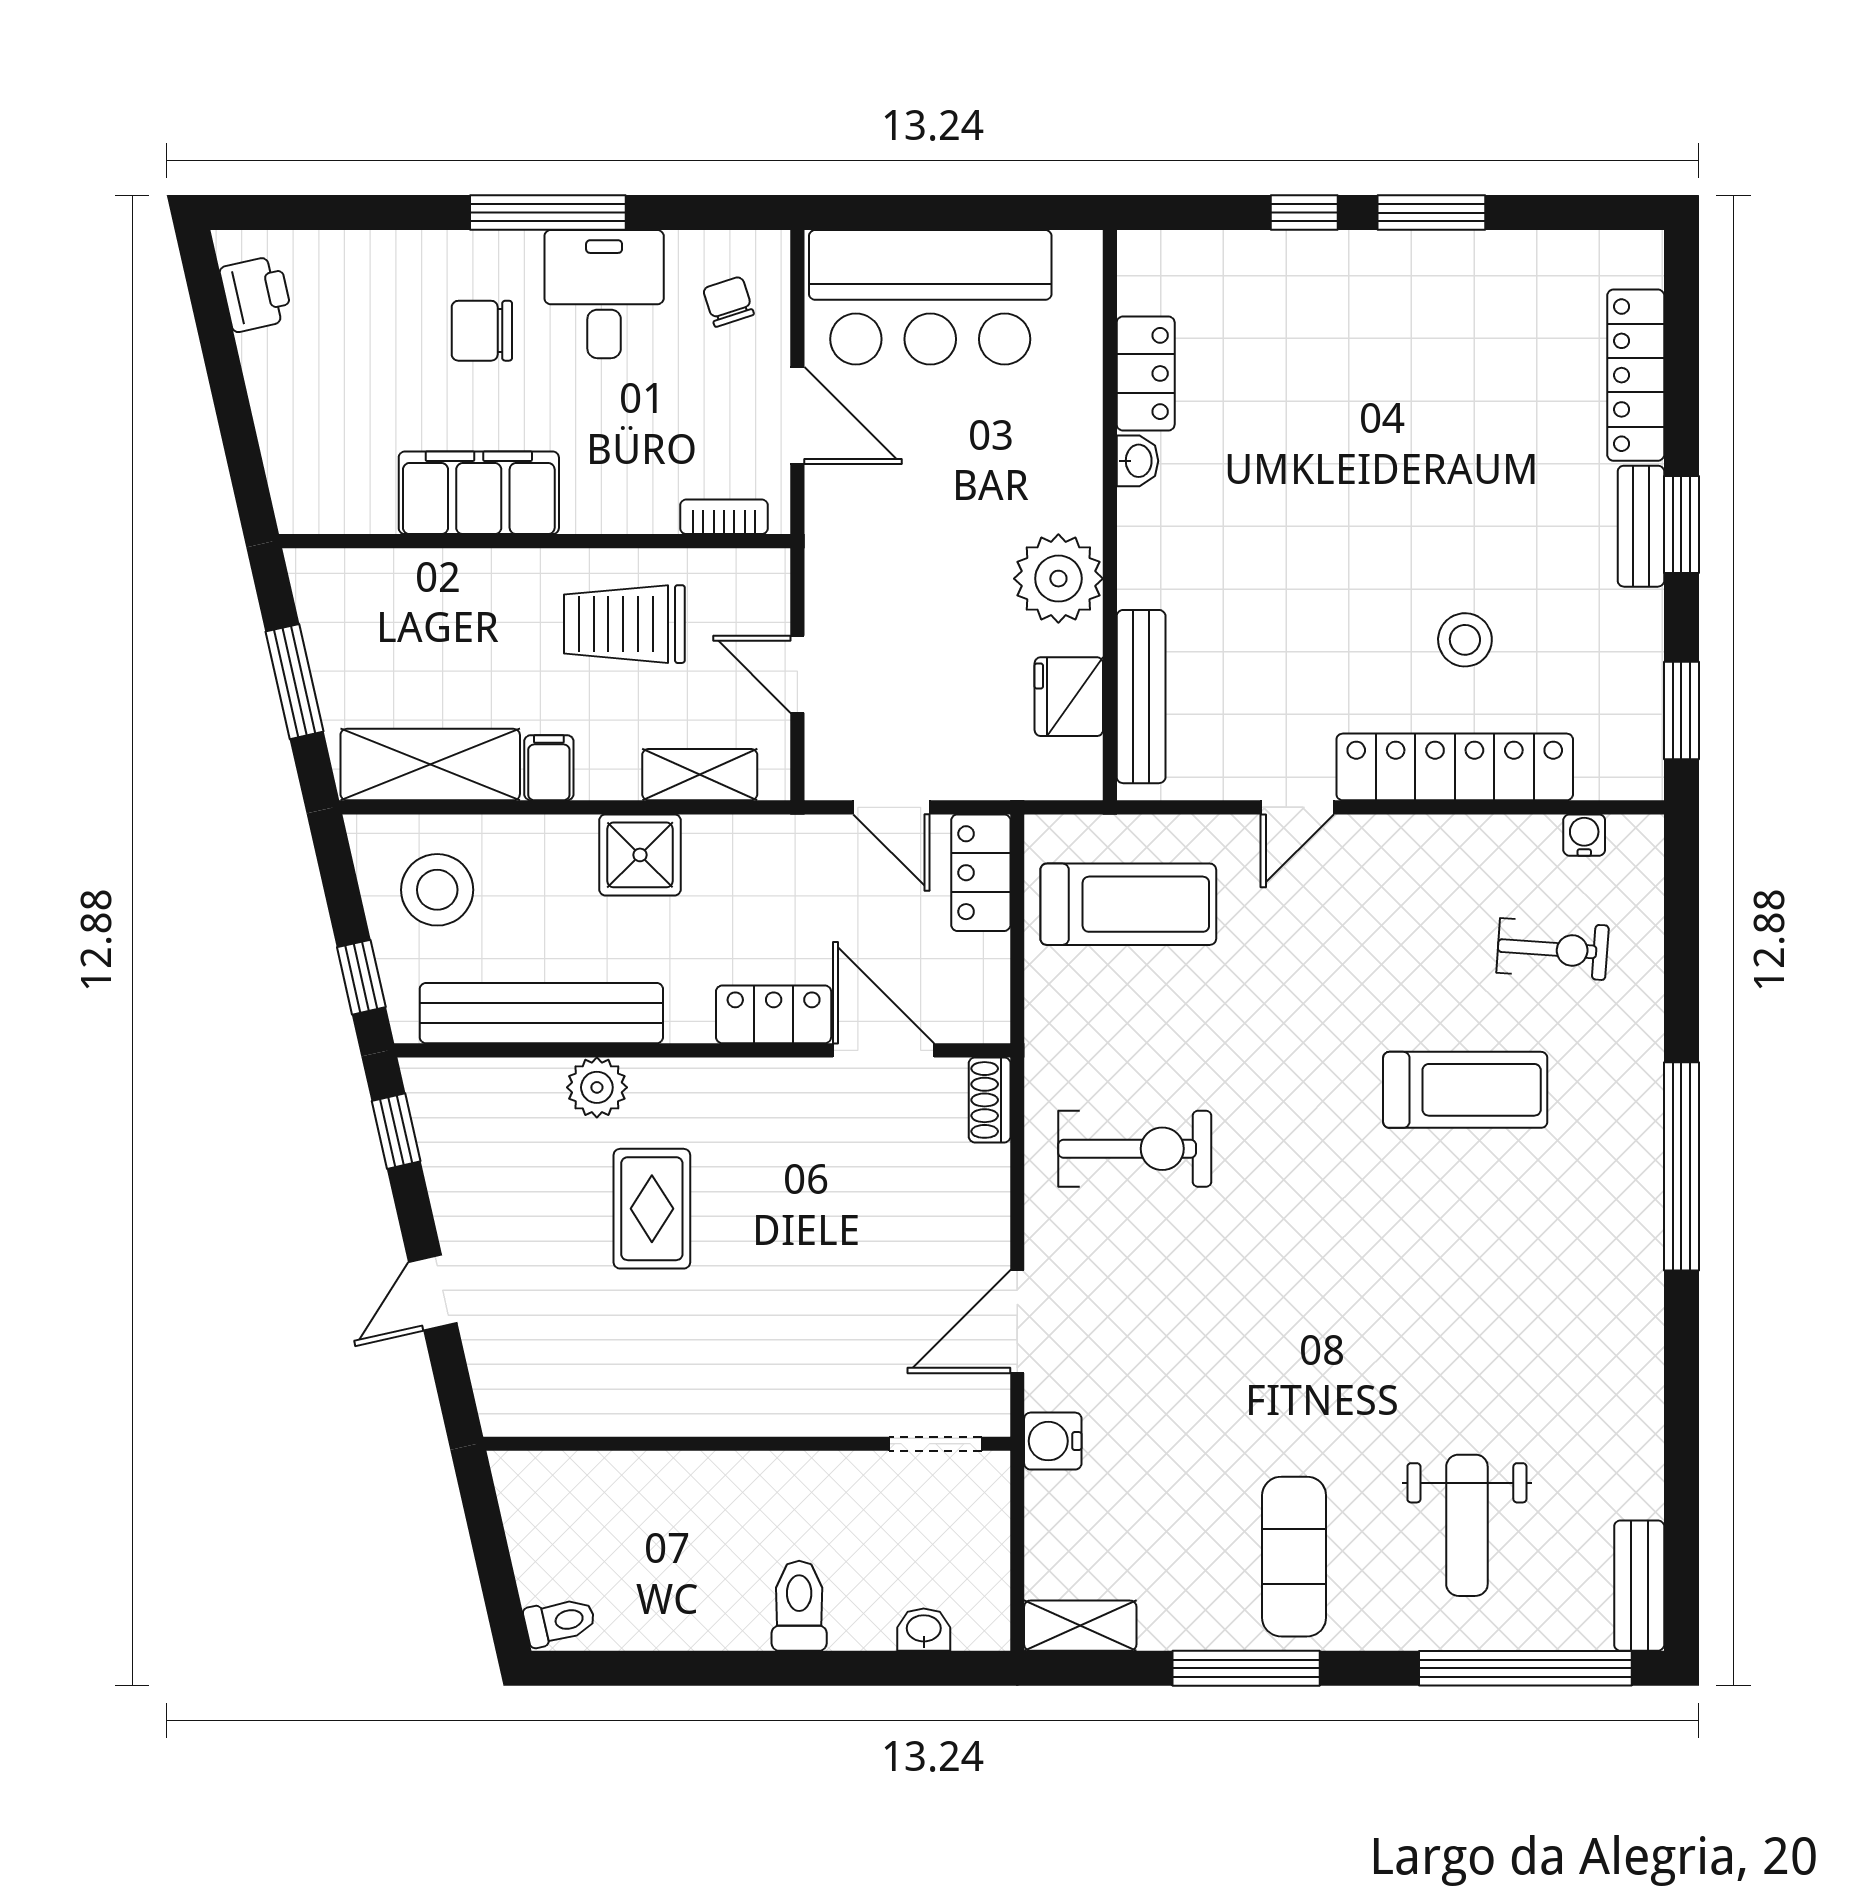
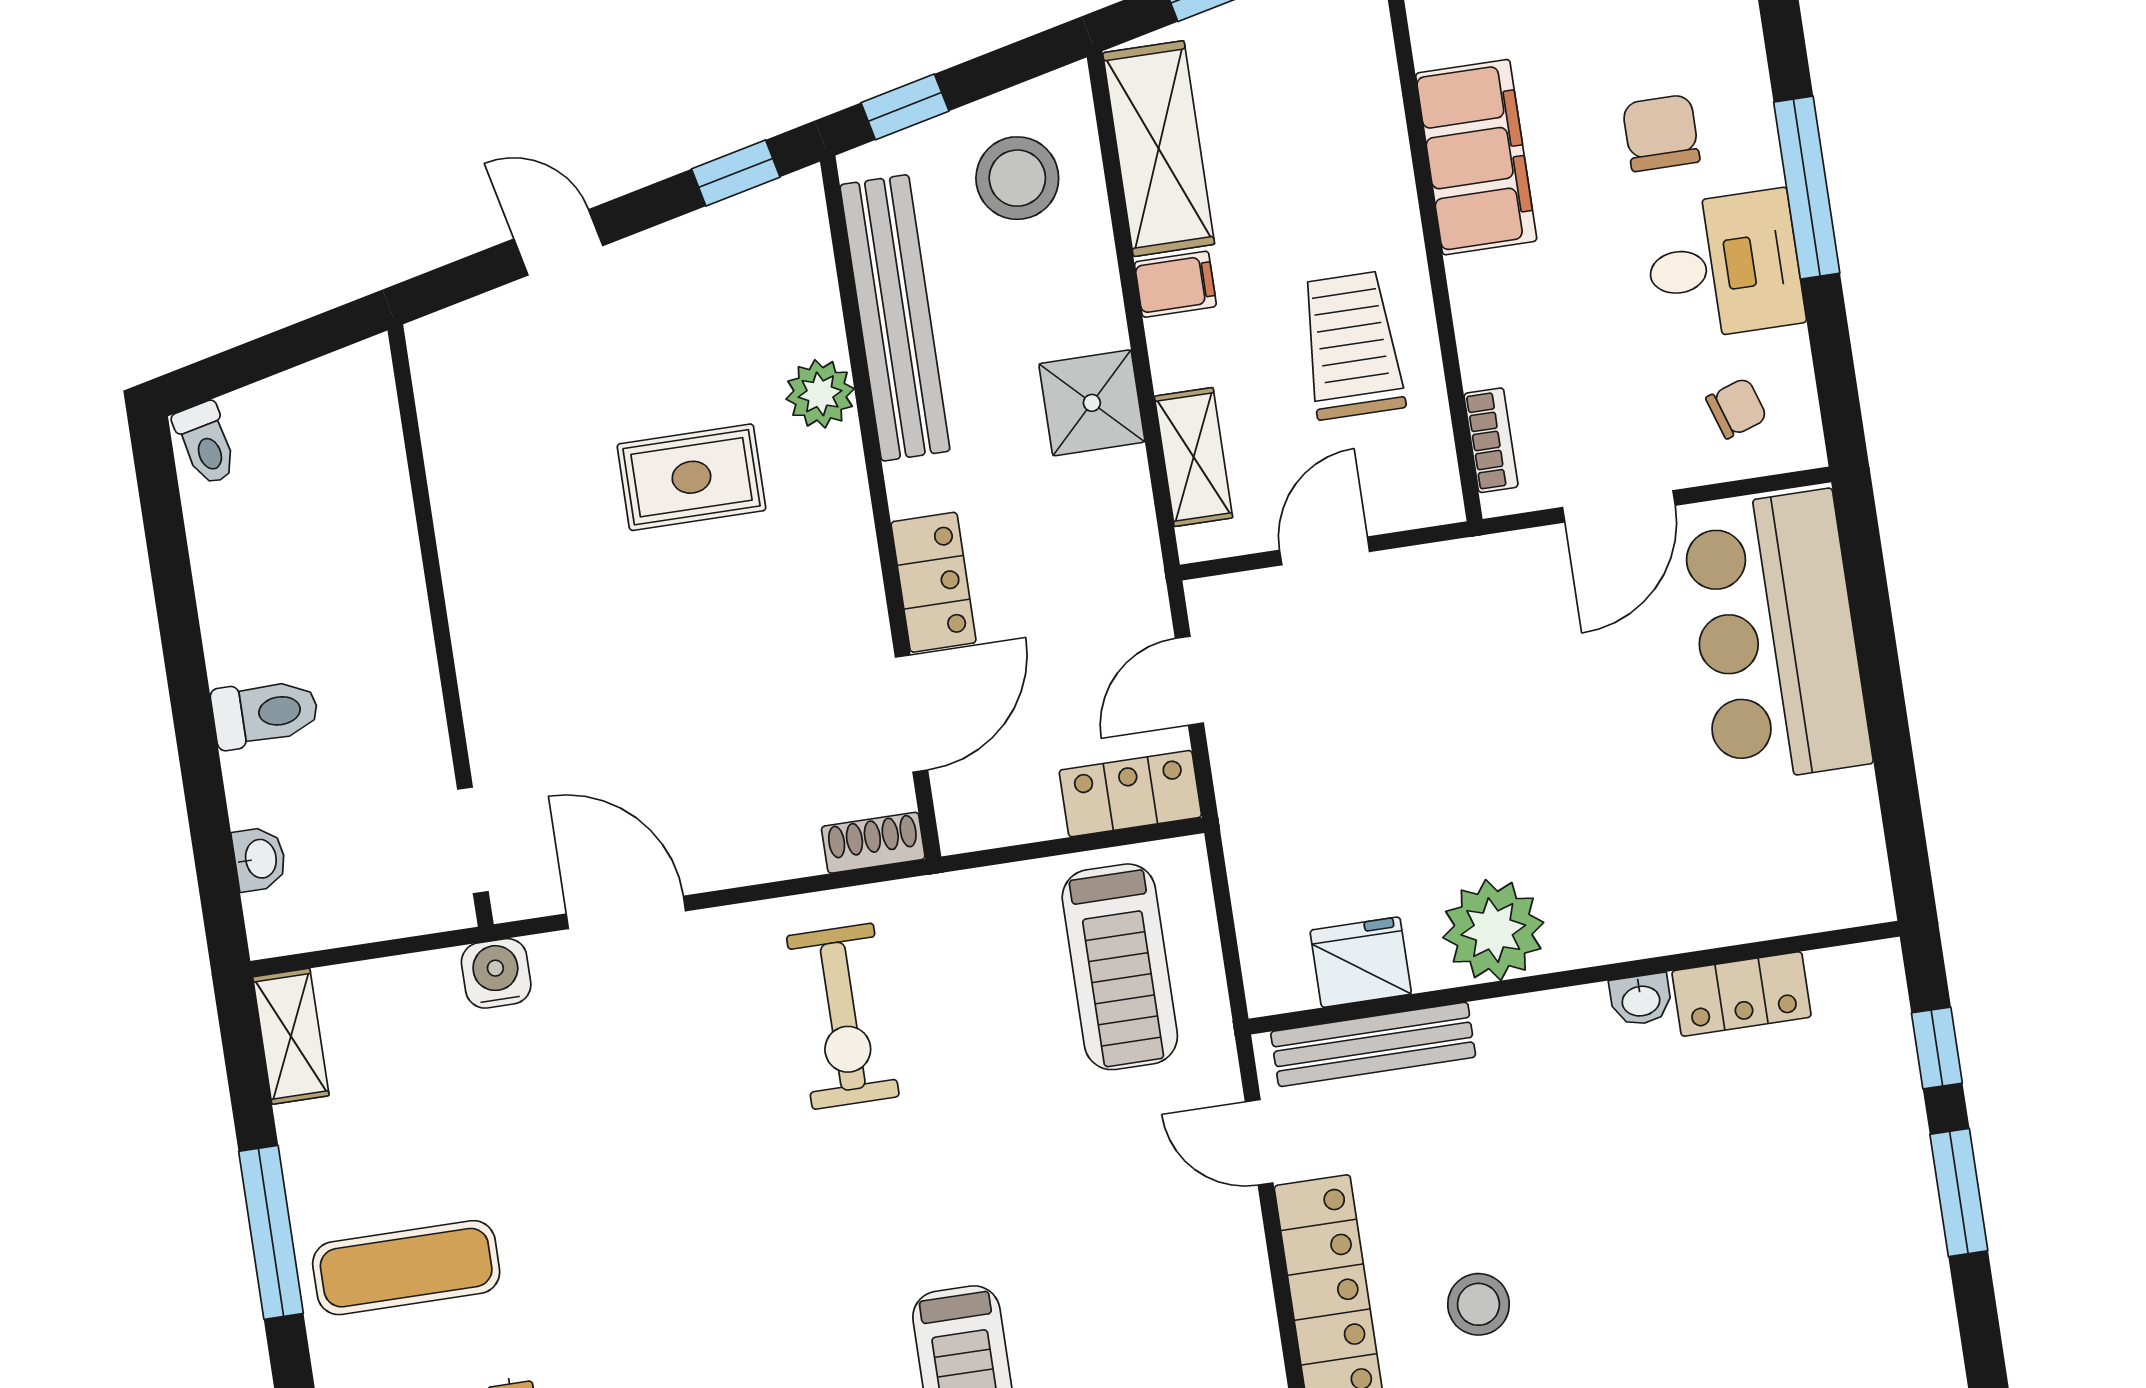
locker: (1146, 373) -> (1742, 994), moved
washbasin: (1137, 461) -> (1641, 1000), moved
wall: (1110, 515) -> (1574, 978), moved
plant: (1058, 579) -> (1493, 930), moved
fridge: (1069, 697) -> (1361, 962), moved
bench: (1141, 697) -> (1373, 1044), moved

